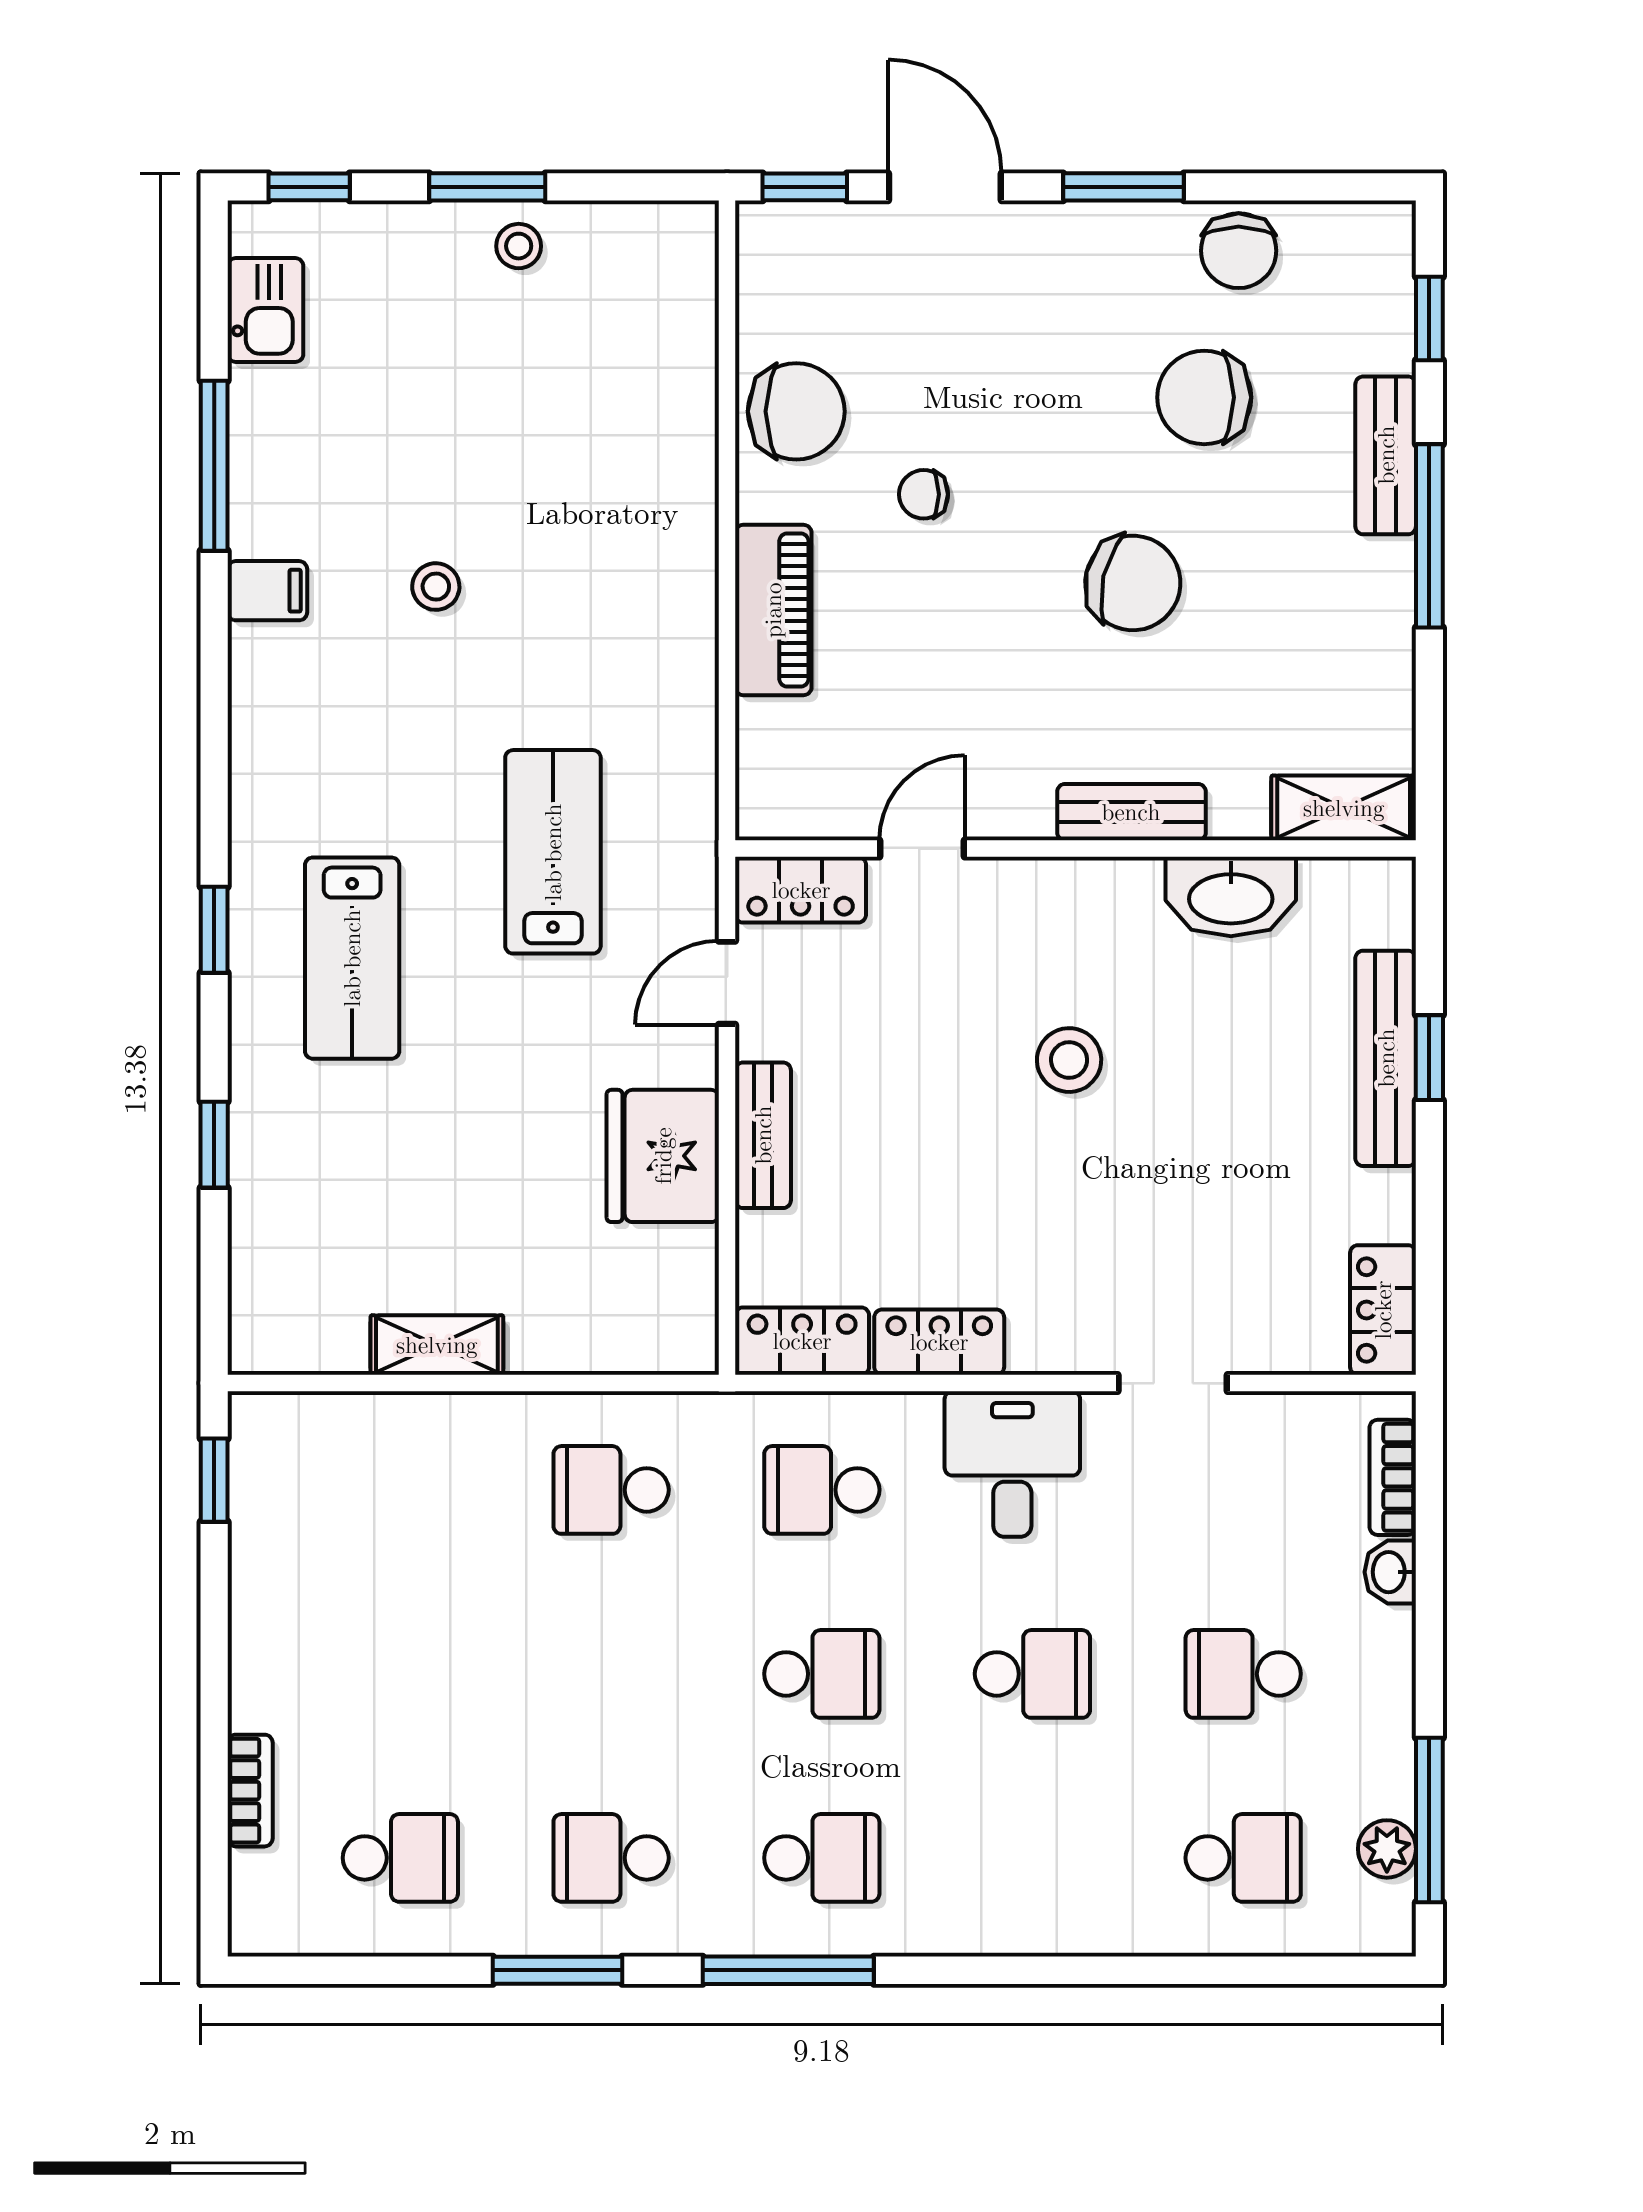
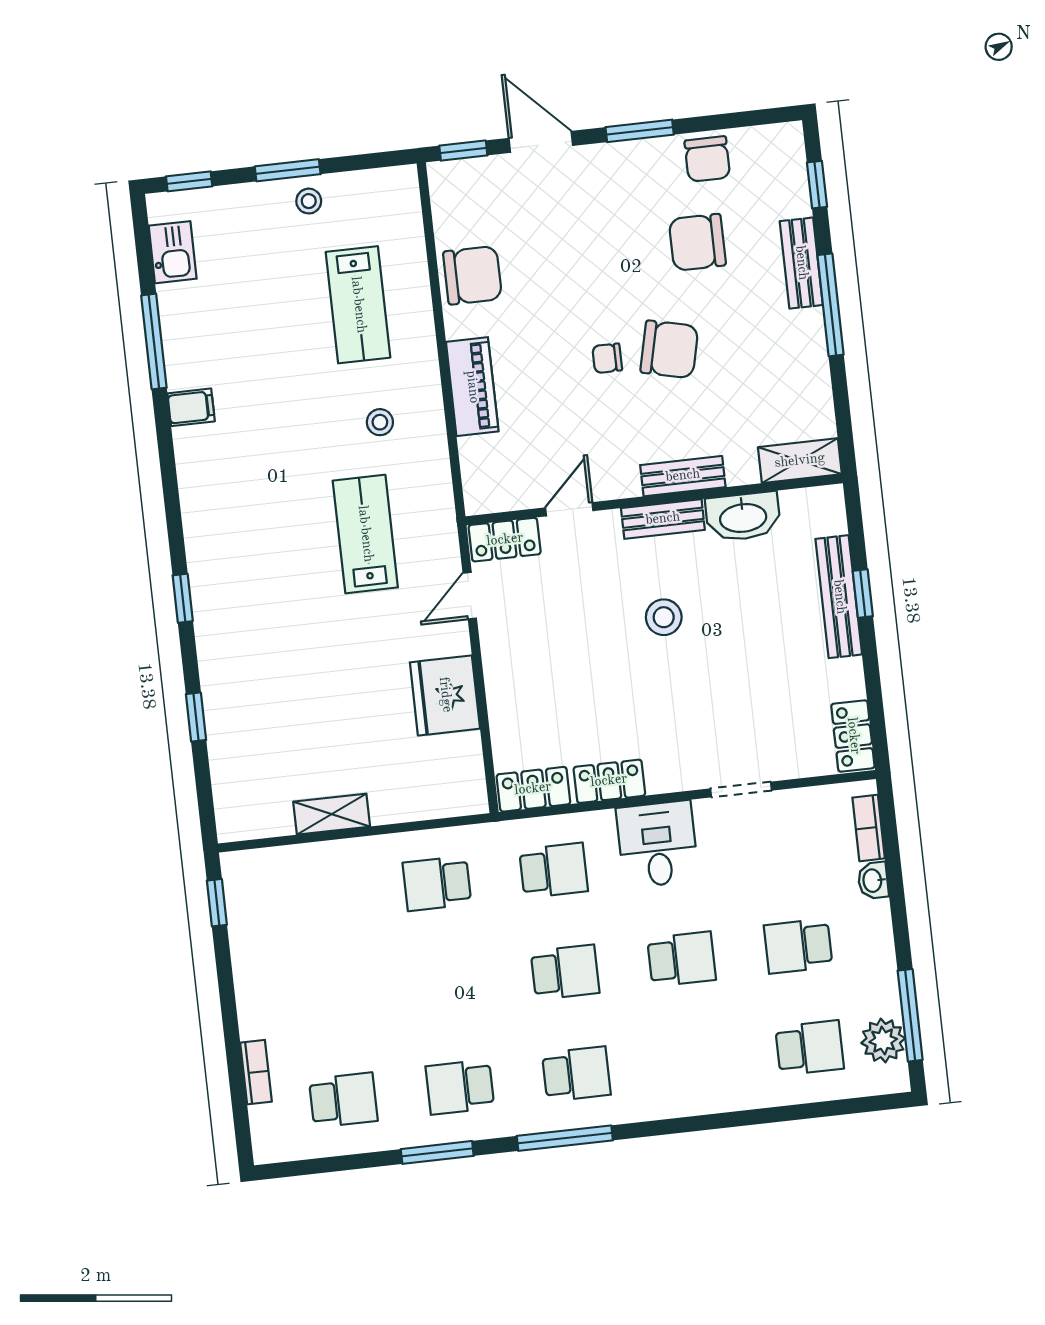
chair: (924, 494) -> (607, 358), moved
stool: (436, 587) -> (380, 422), moved
lab bench: (352, 958) -> (358, 305), moved
bench: (763, 1135) -> (663, 519), moved, turned 90
school desk: (822, 1490) -> (554, 870), turned 180
plant: (1387, 1849) -> (883, 1041), width x1.38, depth x1.38

